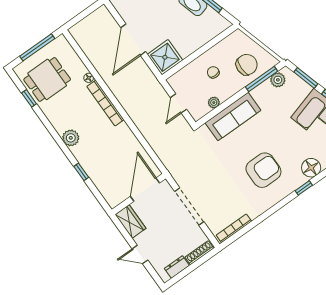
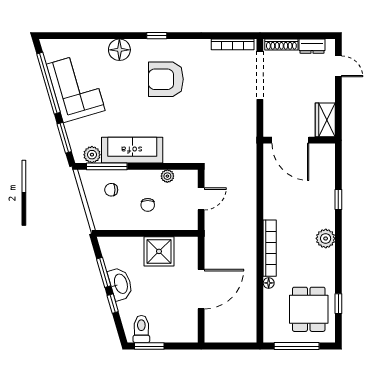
shower: (165, 57) -> (159, 251), moved
chair: (247, 65) -> (111, 190), width x0.54, depth x0.54
dining table: (47, 79) -> (309, 309), turned 90
sofa: (233, 117) -> (132, 150), moved
window: (304, 188) -> (157, 36), moved
door: (145, 190) -> (290, 140), hinge flipped
doorway: (189, 206) -> (260, 75), moved
door: (140, 254) -> (338, 66), moved

